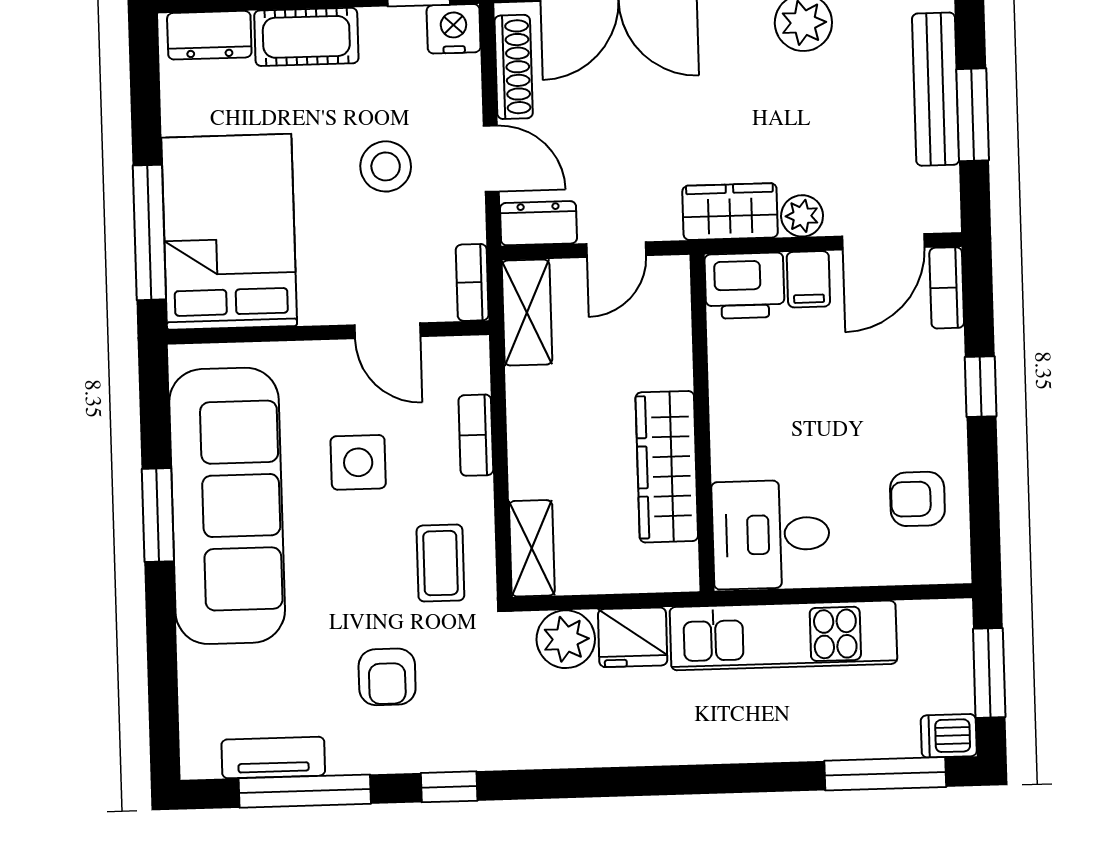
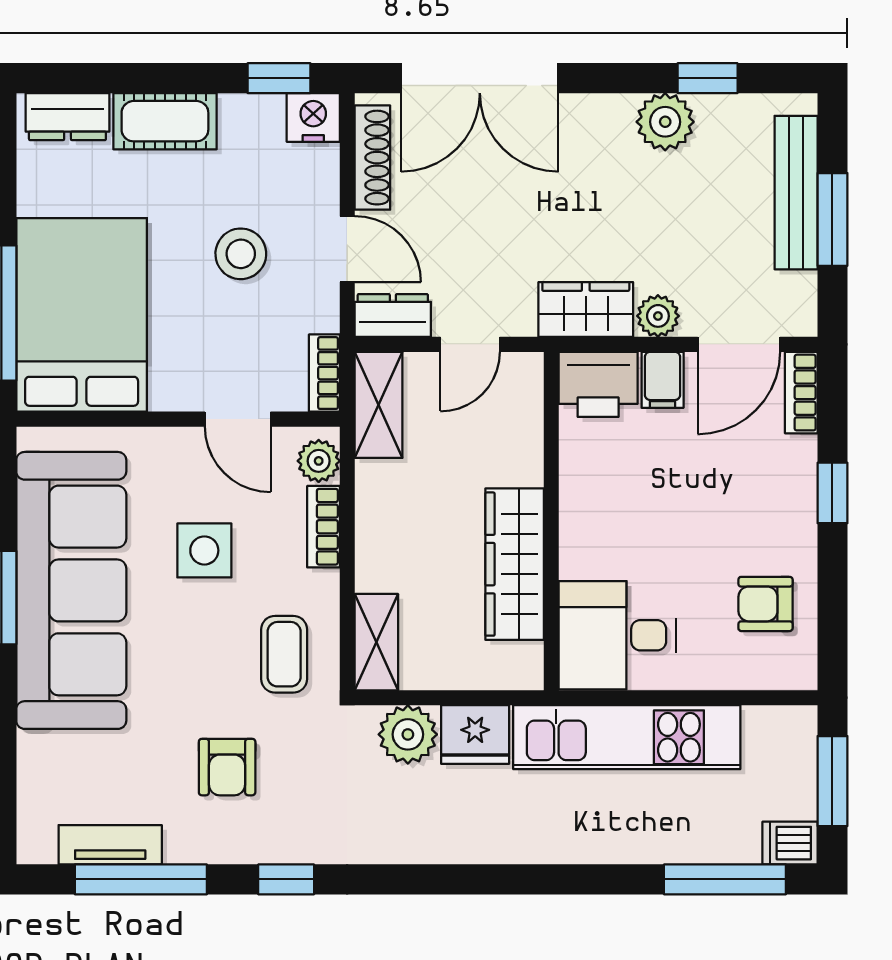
plant: (469, 370) -> (319, 461), added

